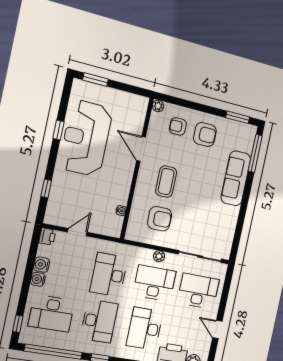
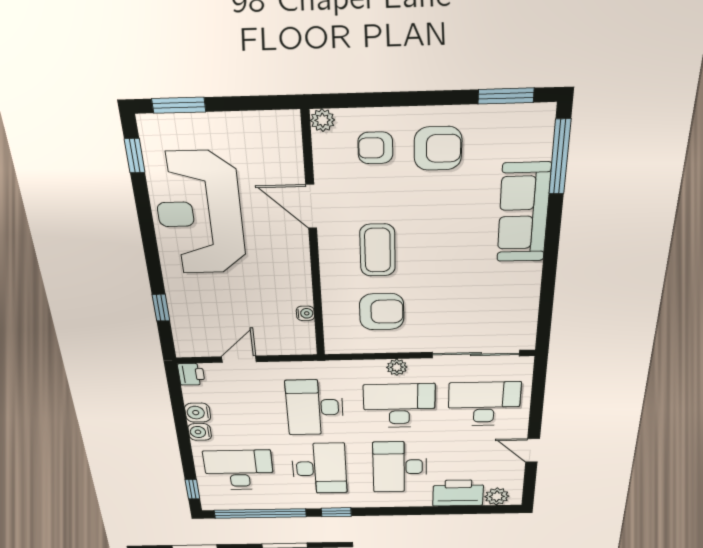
window: (59, 130) -> (135, 156), moved
desk: (51, 313) -> (239, 470), turned 180

